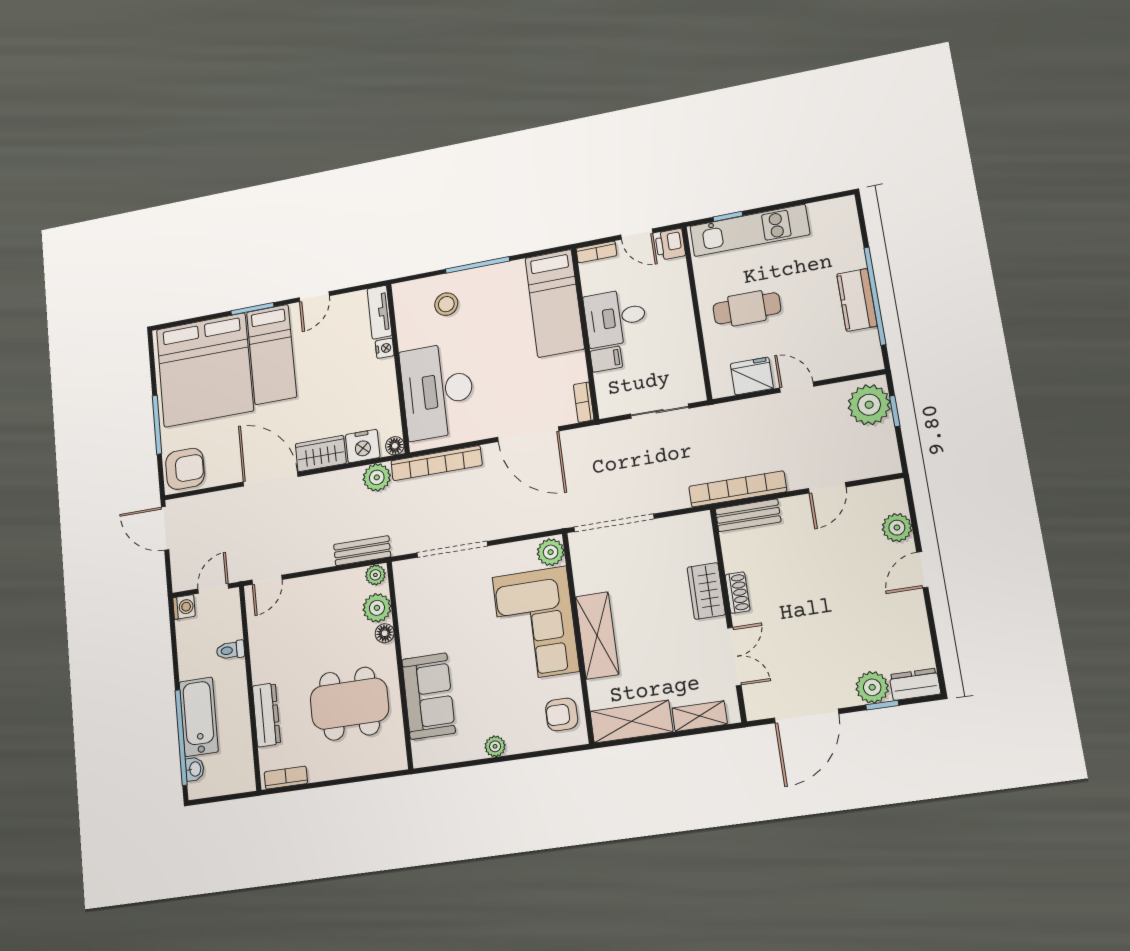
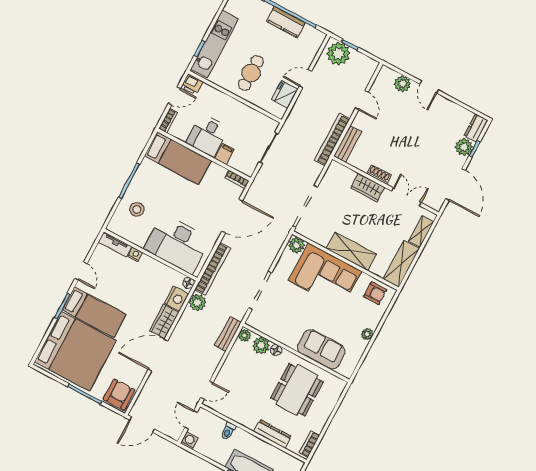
door: (267, 580) -> (207, 390), hinge flipped
armchair: (562, 714) -> (375, 293), turned -90

